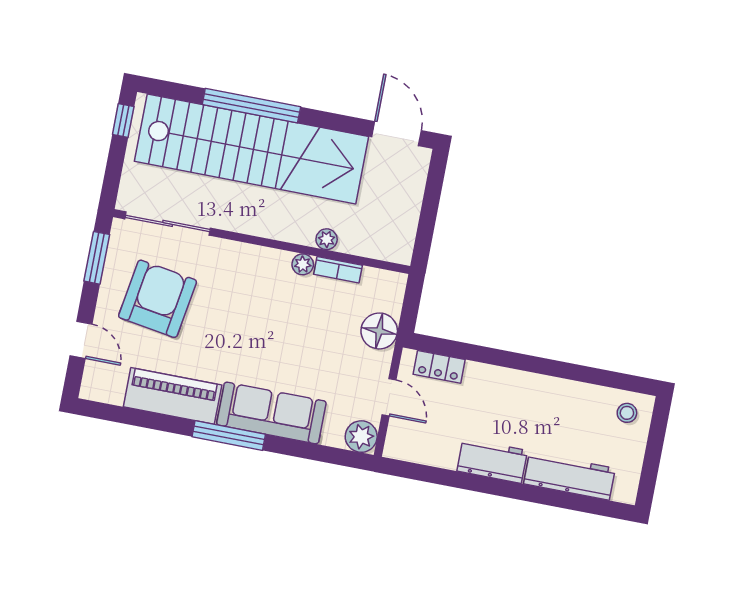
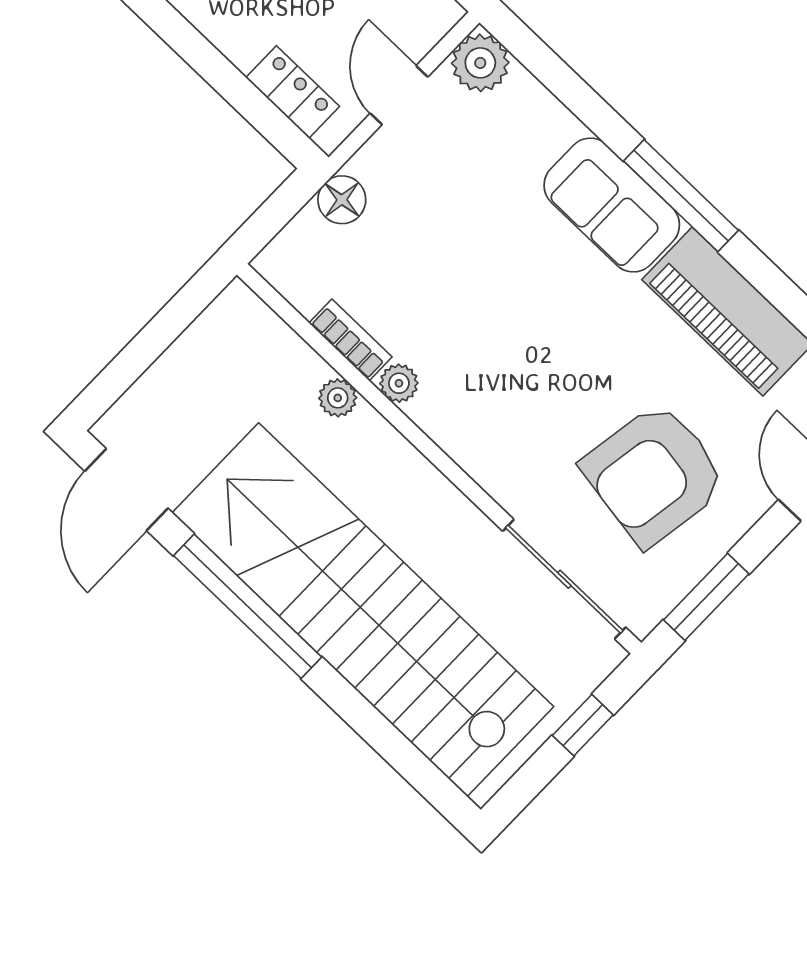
window: (251, 106) -> (248, 606), moved
window: (123, 121) -> (583, 725), moved
floor lamp: (379, 331) -> (342, 200), width x0.73, depth x0.73
sofa: (271, 413) -> (612, 205), width x0.73

